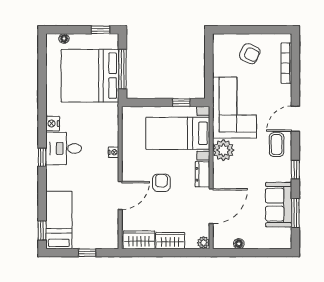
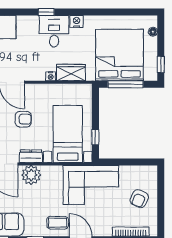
wardrobe: (109, 130) -> (71, 73), added
plant: (223, 150) -> (31, 175), moved

